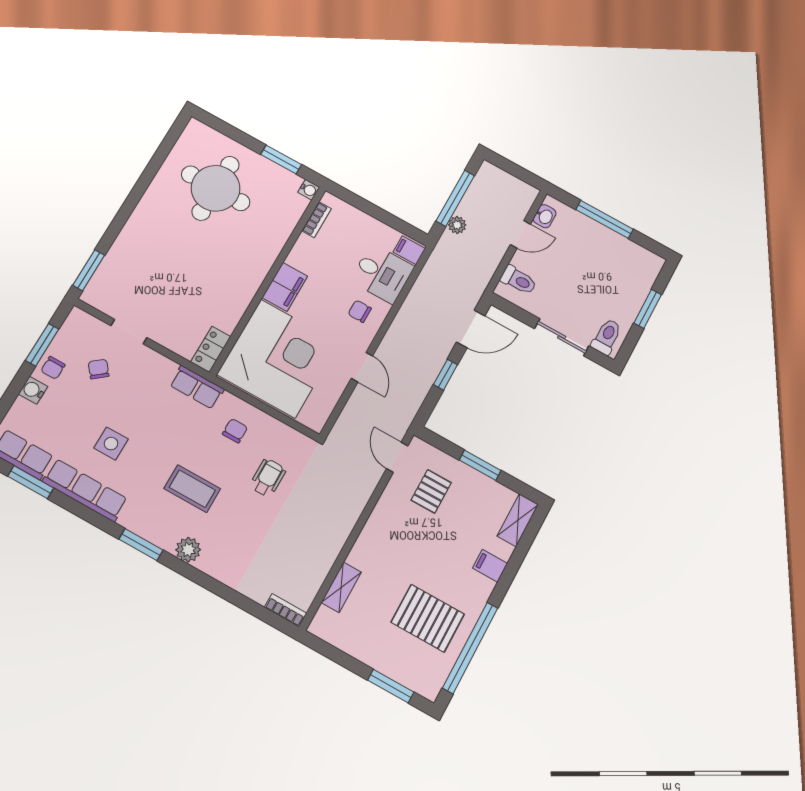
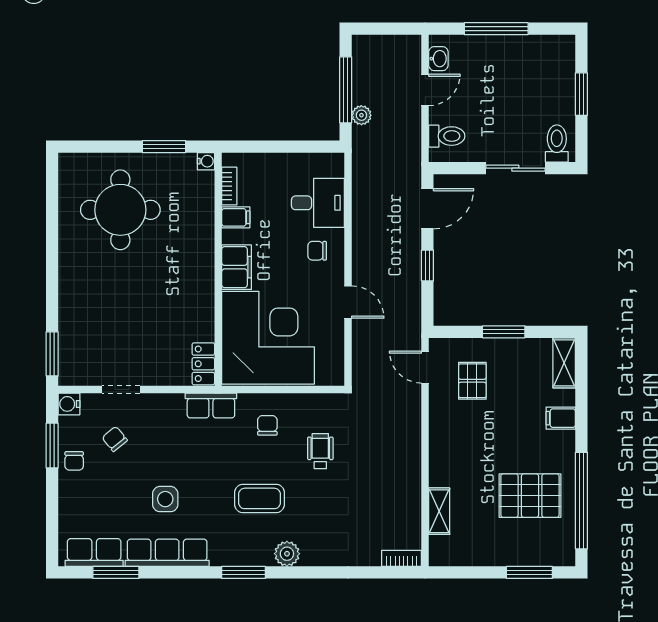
filing cabinet: (409, 250) -> (236, 217), moved, turned 180
water cooler: (33, 390) -> (69, 404), moved

